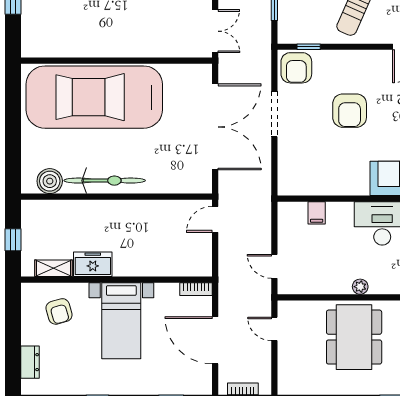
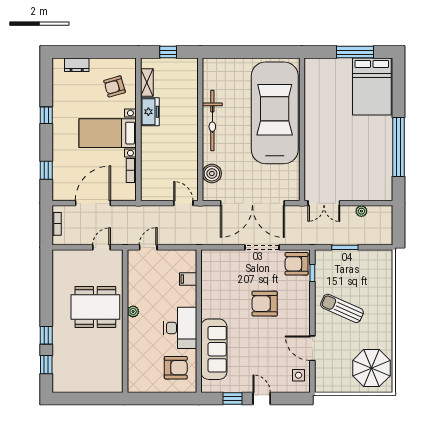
boiler: (50, 181) -> (212, 173), moved
bookcase: (196, 289) -> (131, 170), moved

